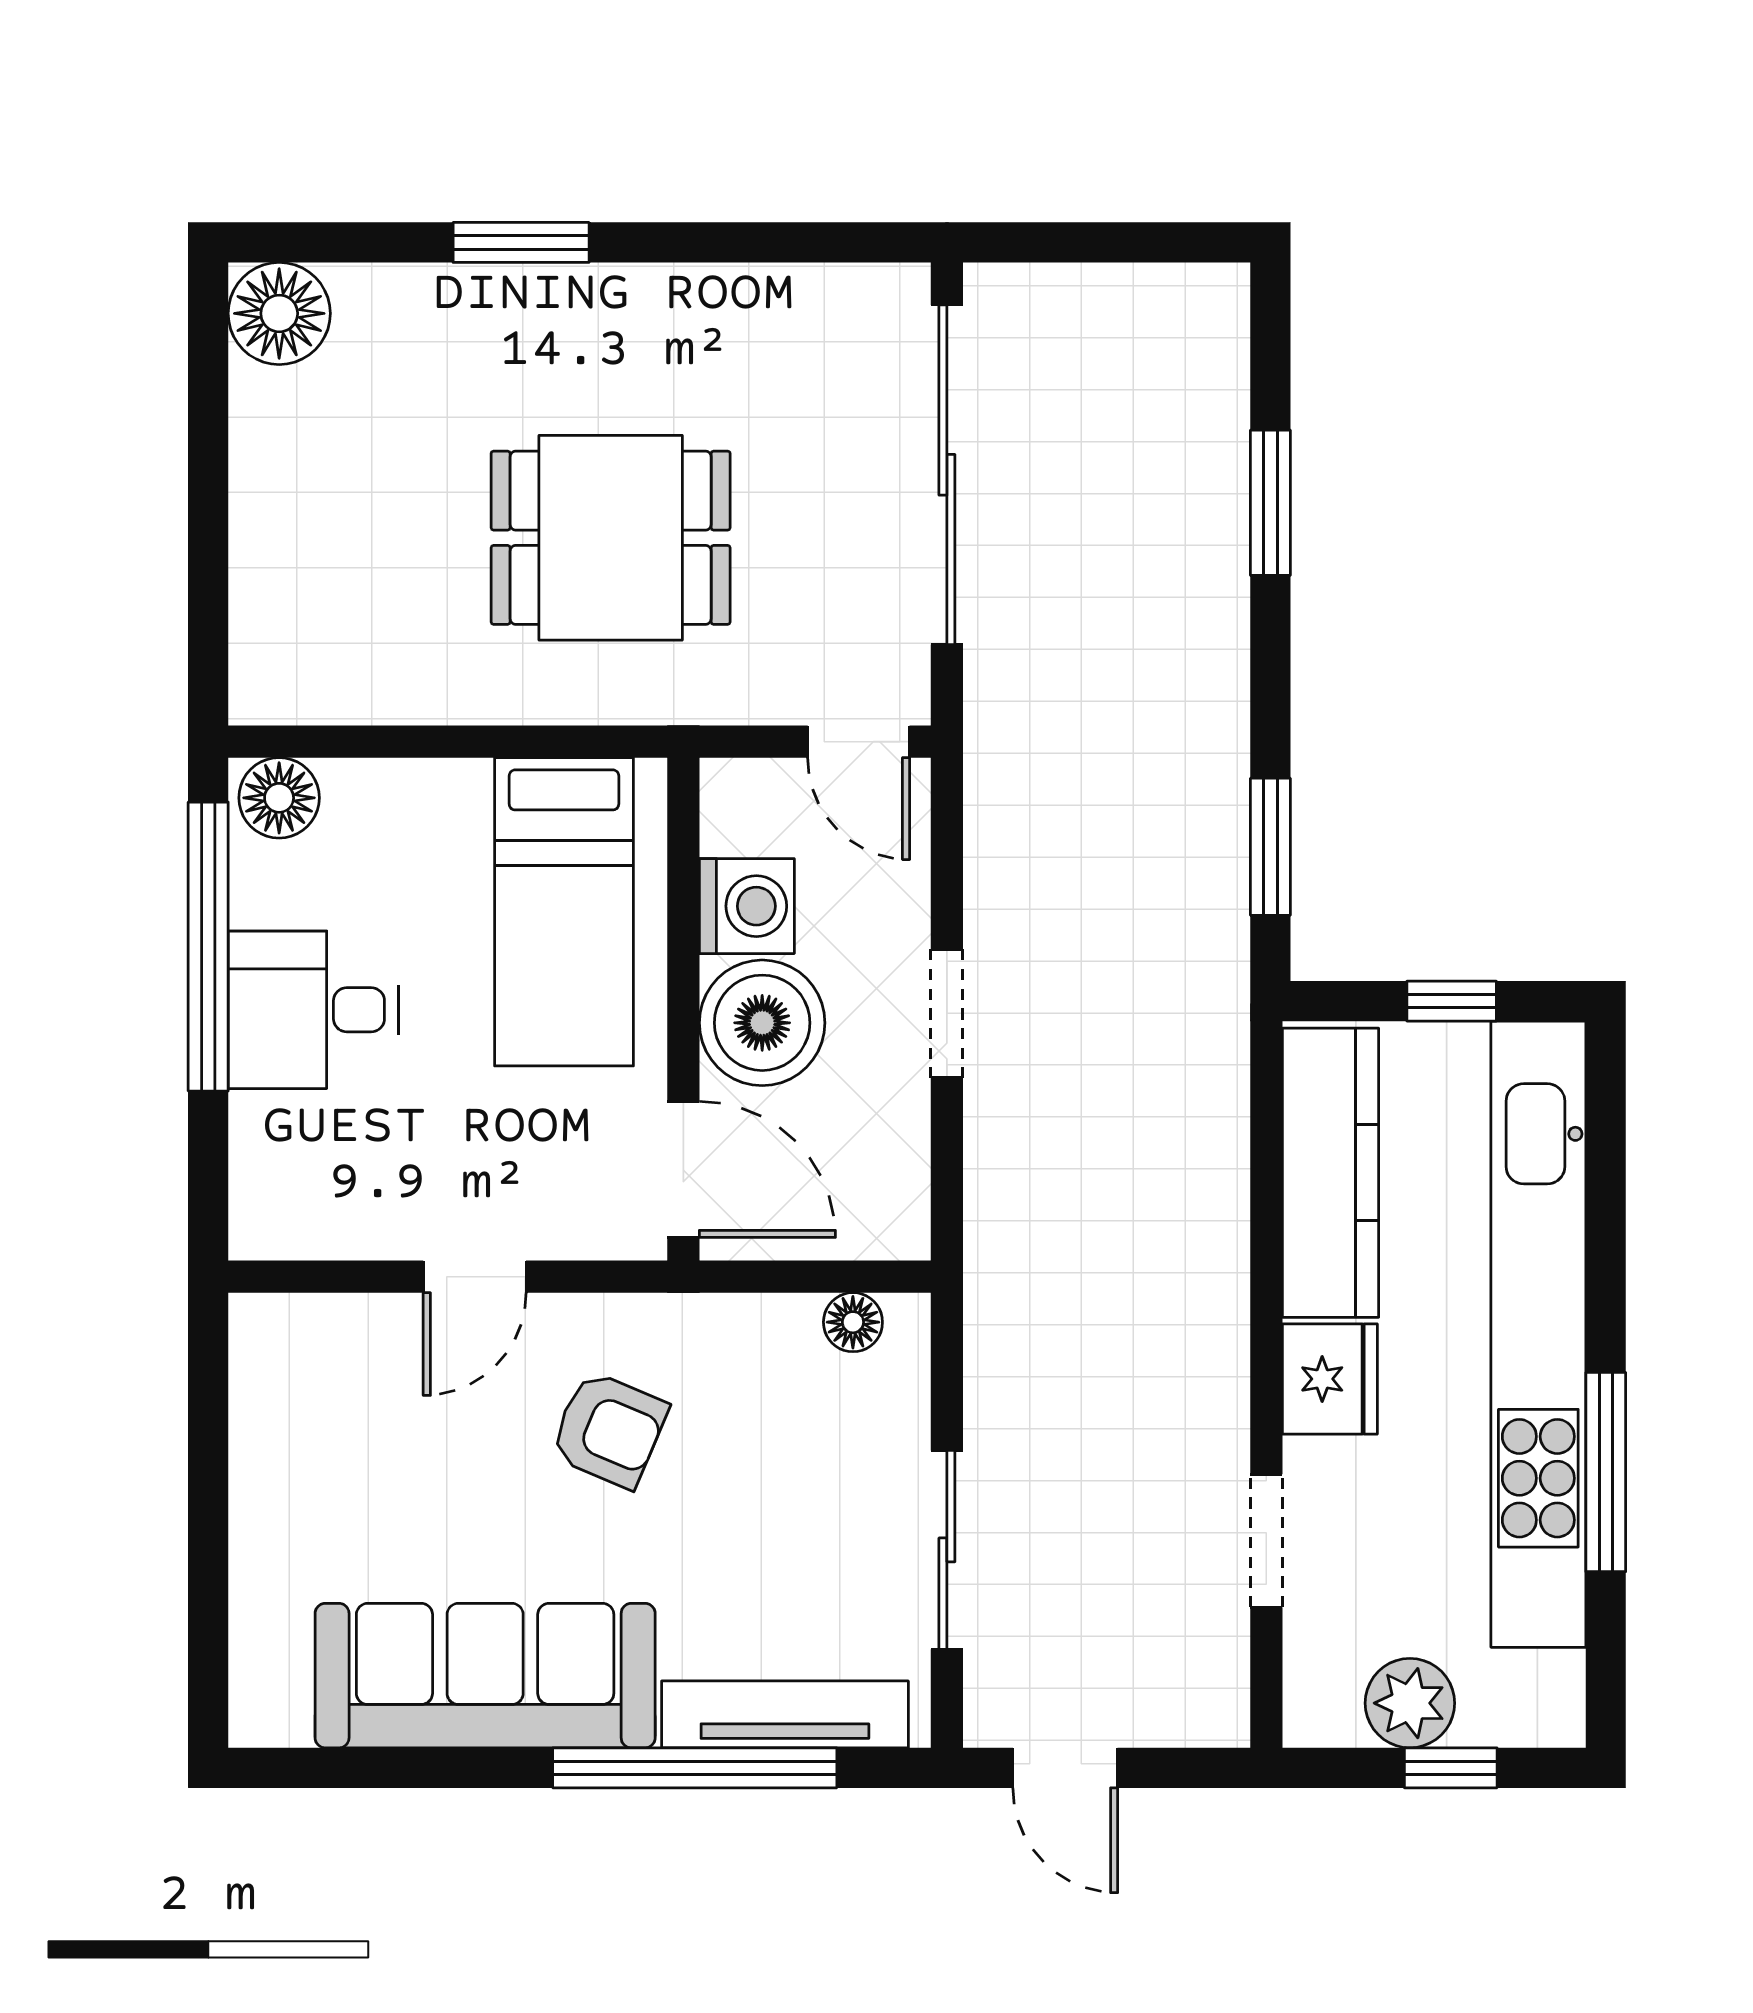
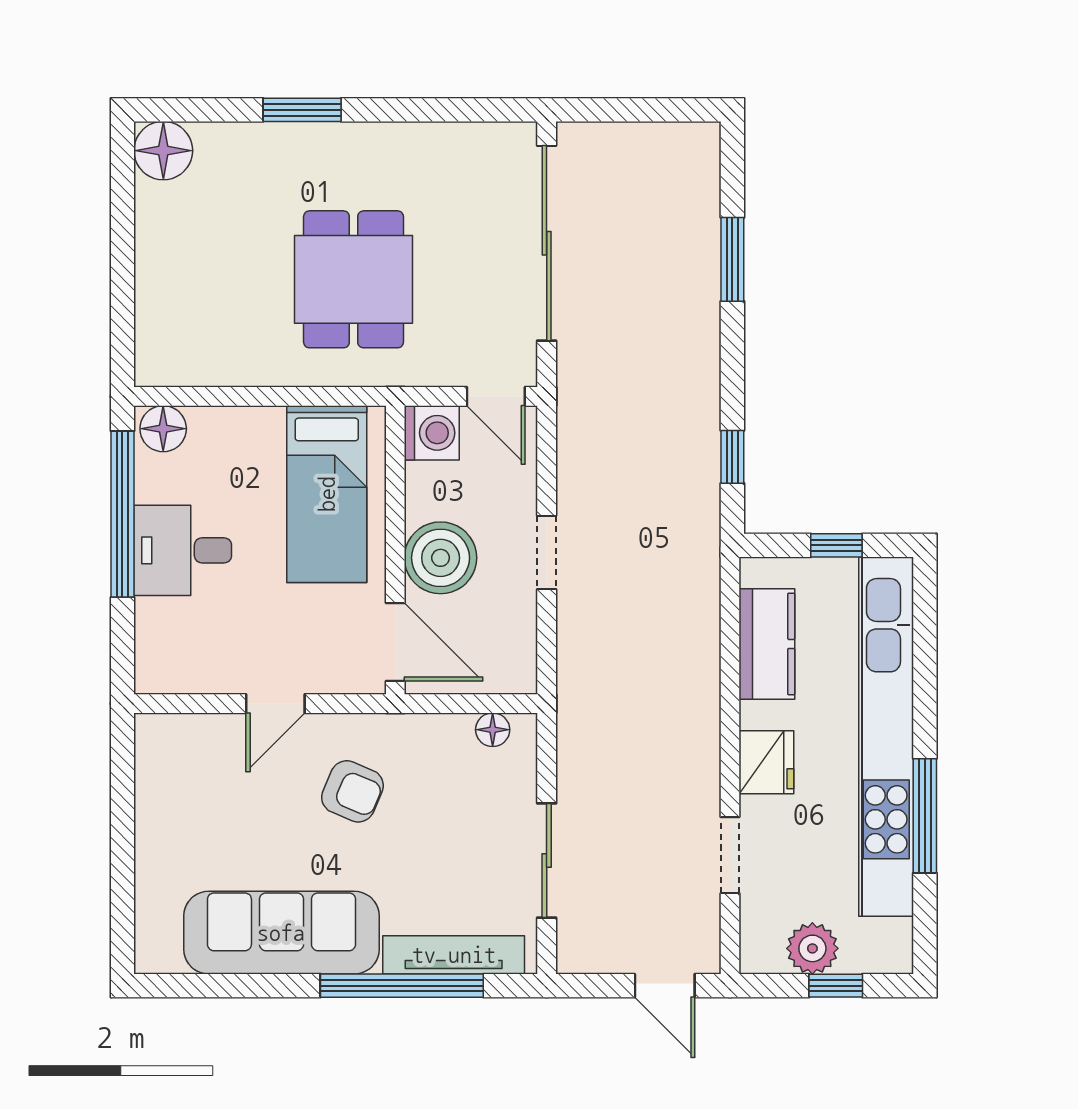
dining table: (611, 538) -> (354, 279), turned 90
window: (1270, 847) -> (732, 457), width x0.67
washing machine: (747, 906) -> (432, 433), moved
kitchen counter: (1331, 1173) -> (767, 644), width x0.67
door: (1065, 1768) -> (665, 986), moved

